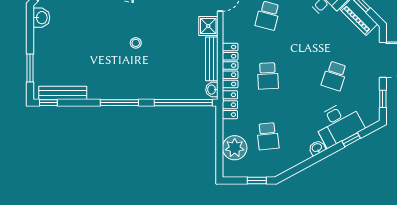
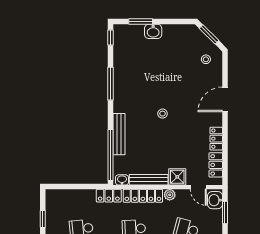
washbasin: (41, 18) -> (153, 31), moved
bench: (63, 93) -> (119, 134), moved
window: (119, 103) -> (111, 84), moved
plant: (235, 148) -> (170, 195), moved, width x0.53, depth x0.53

